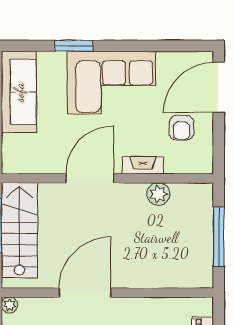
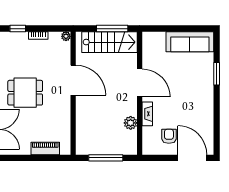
corner sofa: (111, 83) -> (195, 95), removed
armchair: (182, 128) -> (169, 136), turned 90

